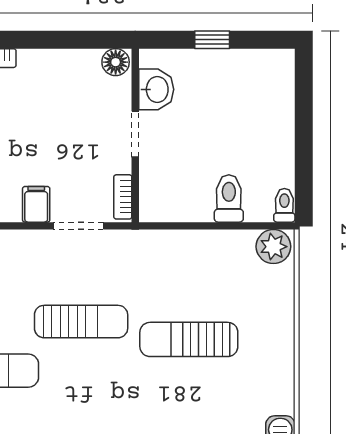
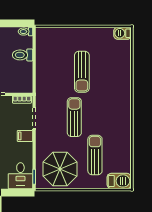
plant: (273, 247) -> (43, 36), removed

